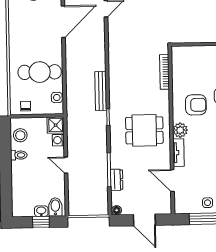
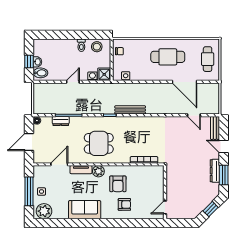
cafe table: (40, 72) -> (168, 57), moved, turned 90
dining table: (144, 130) -> (99, 143), turned 90

